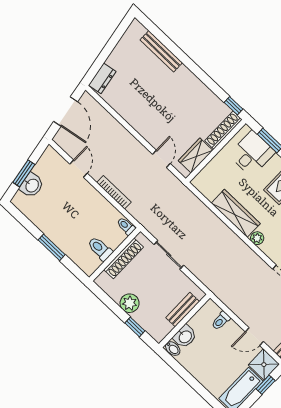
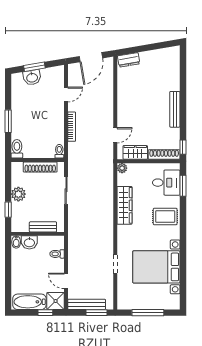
bench: (161, 51) -> (175, 109), moved
plant: (257, 238) -> (122, 168), moved
toilet: (100, 249) -> (17, 149), moved

